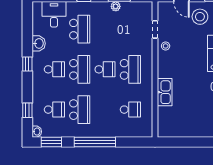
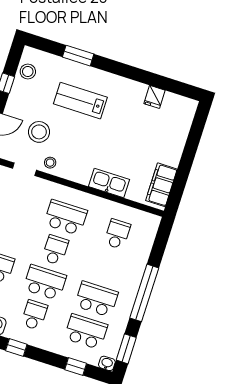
stool: (200, 17) -> (39, 132), moved
school desk: (54, 110) -> (86, 332), width x1.85
filing cabinet: (175, 130) -> (161, 185), added

